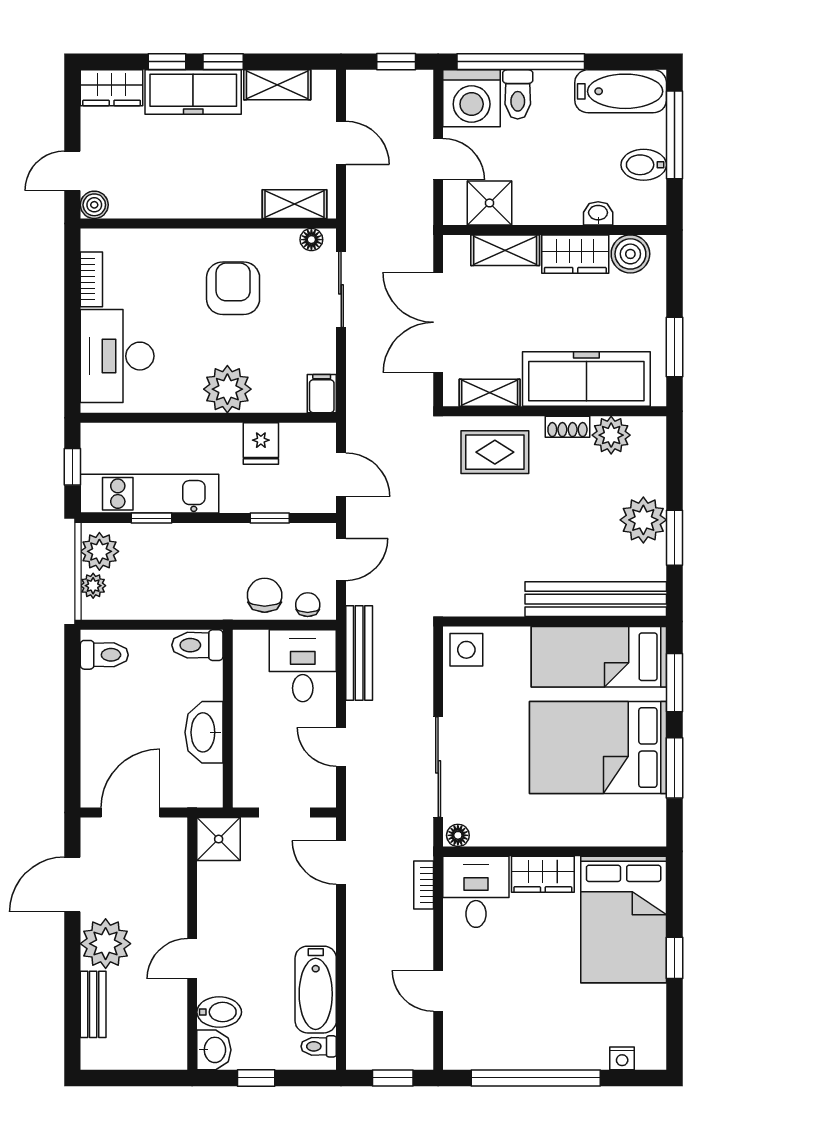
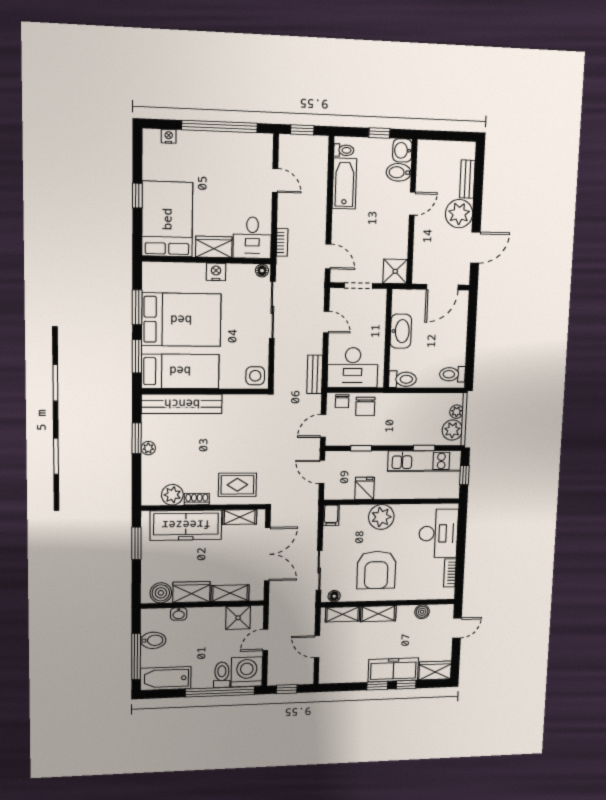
shelving: (277, 85) -> (378, 614), moved
door: (438, 159) -> (265, 640), hinge flipped
boiler: (94, 205) -> (422, 612), moved
armchair: (233, 288) -> (376, 570), width x1.36, depth x1.36
plant: (643, 520) -> (148, 448), width x0.53, depth x0.53
bench: (359, 653) -> (315, 374), width x0.73
desk: (303, 666) -> (353, 368), width x1.37
nightstand: (539, 831) -> (216, 272), added

